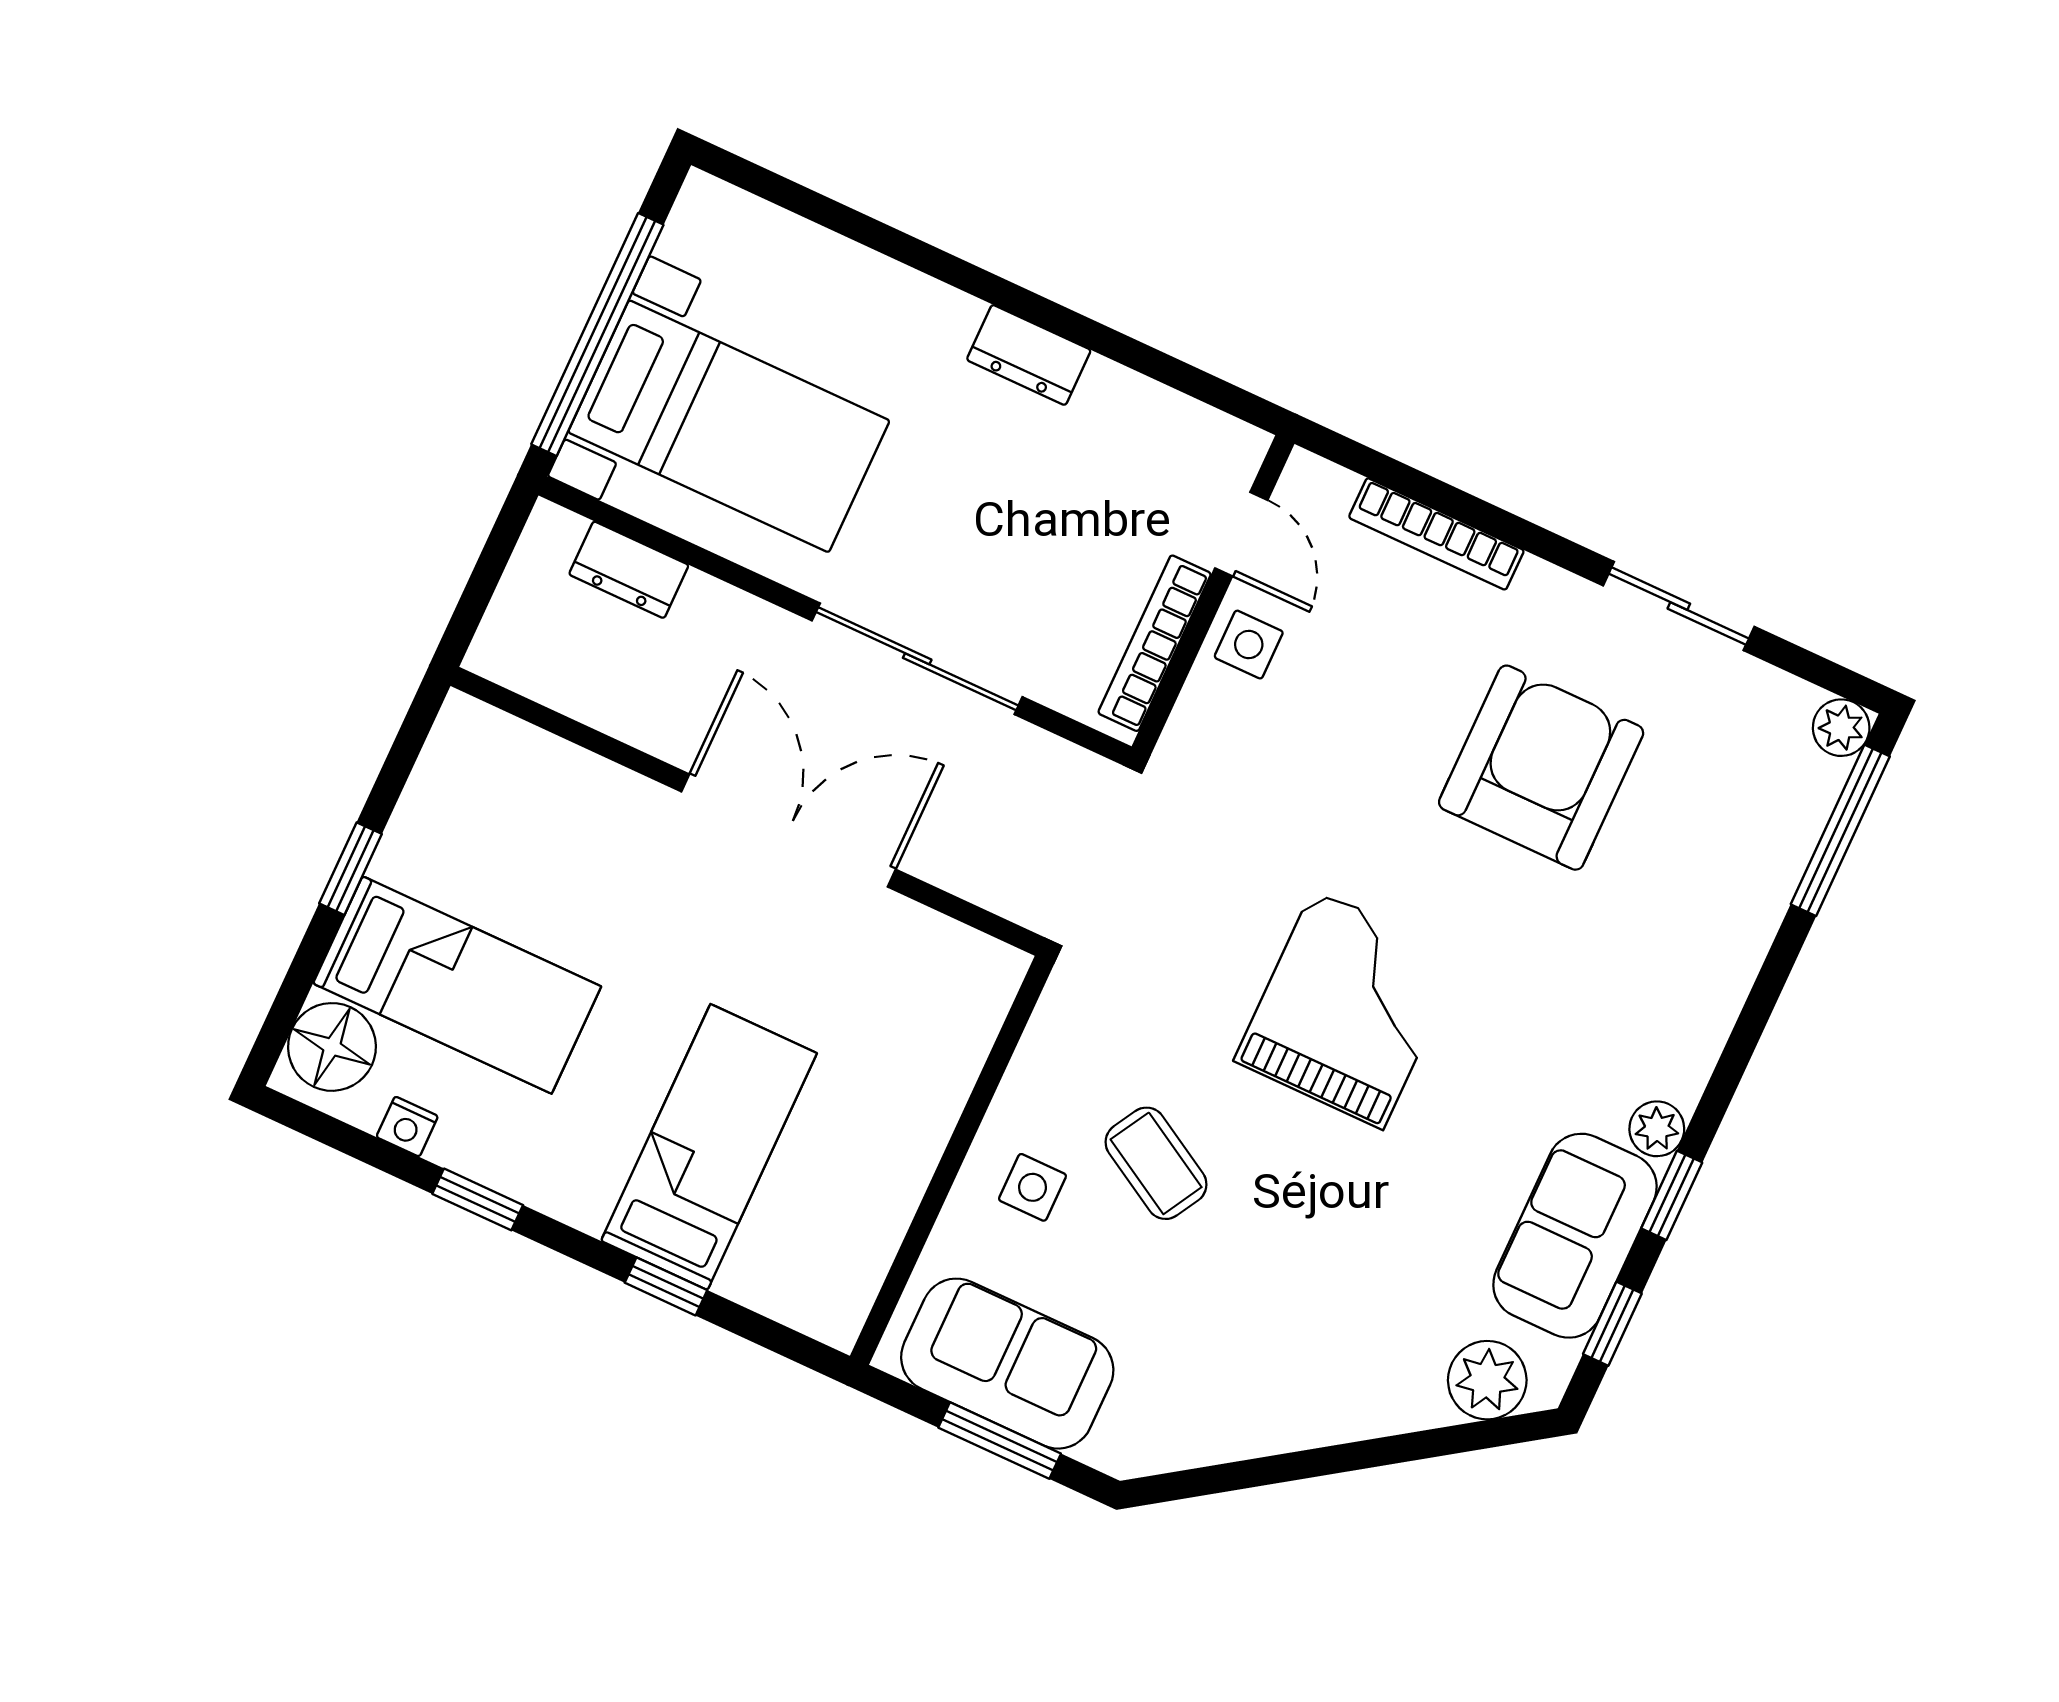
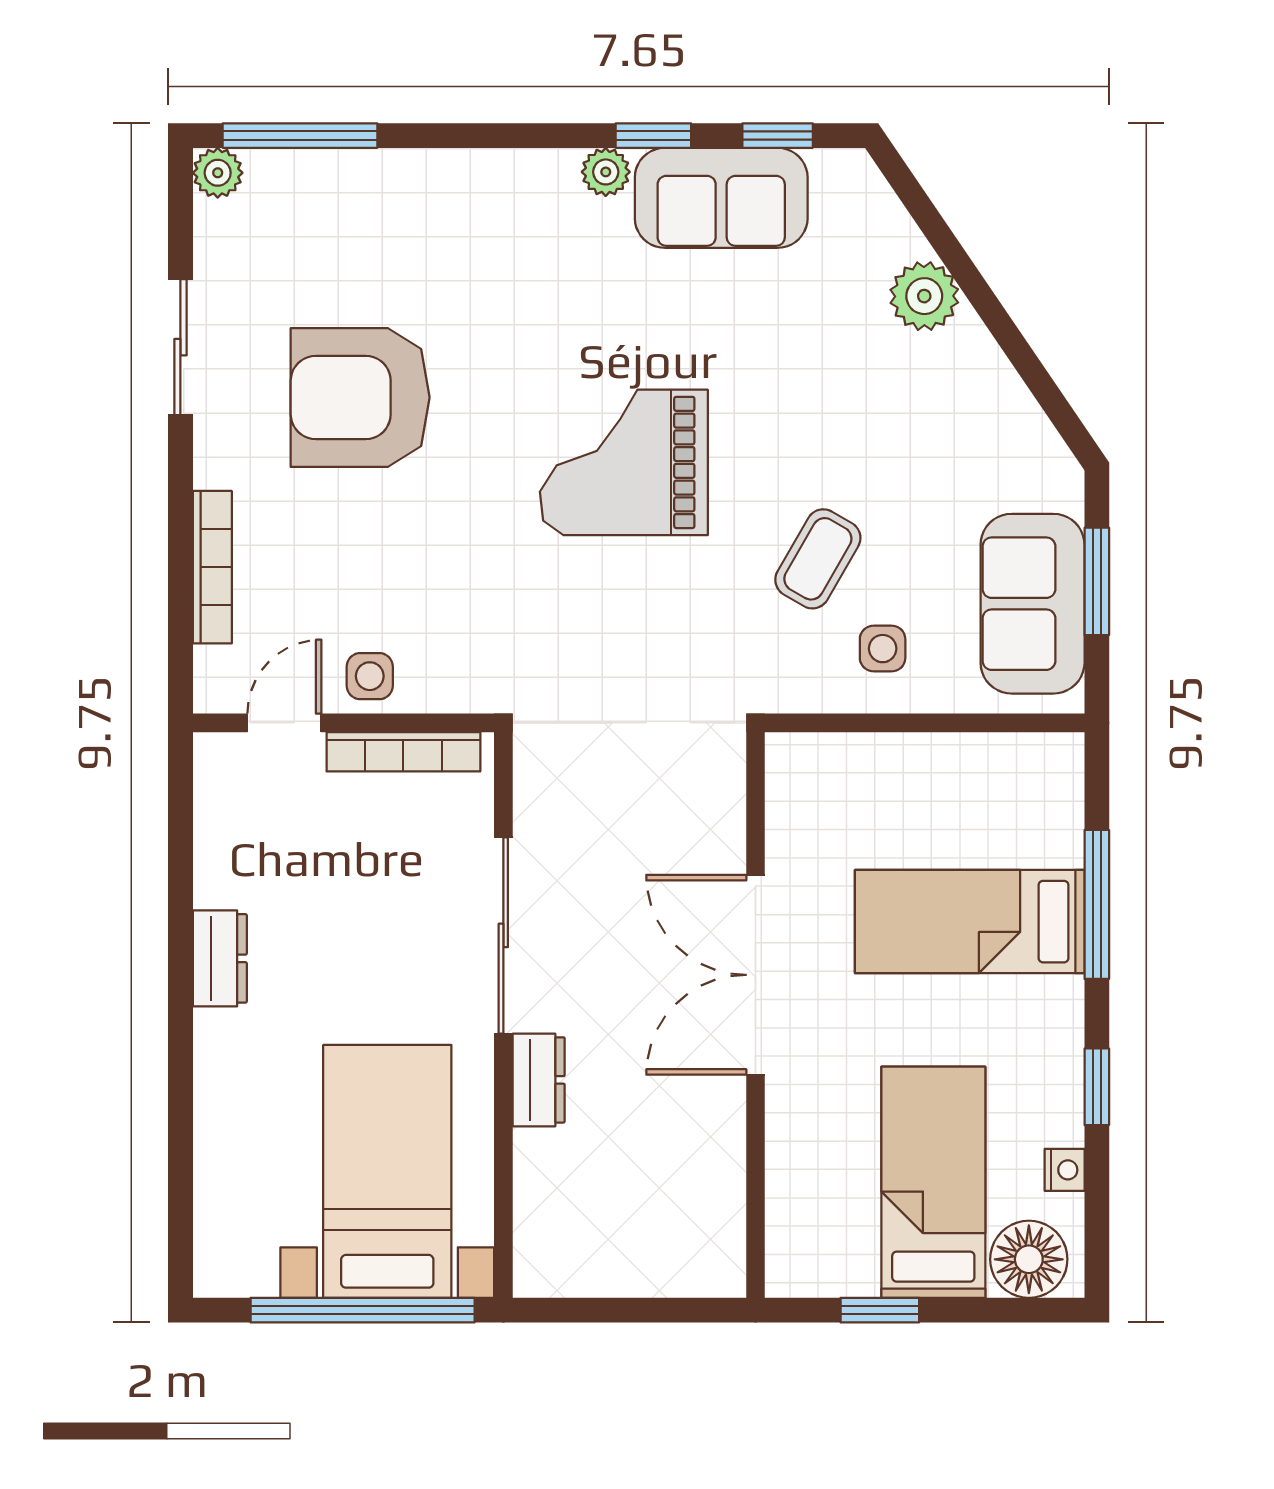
dresser: (629, 570) -> (539, 1080), moved
wall: (747, 811) -> (755, 1015), moved
double door: (788, 831) -> (755, 975), moved
window: (666, 1286) -> (1097, 904), width x2.17
plant: (1487, 1380) -> (924, 296), moved

